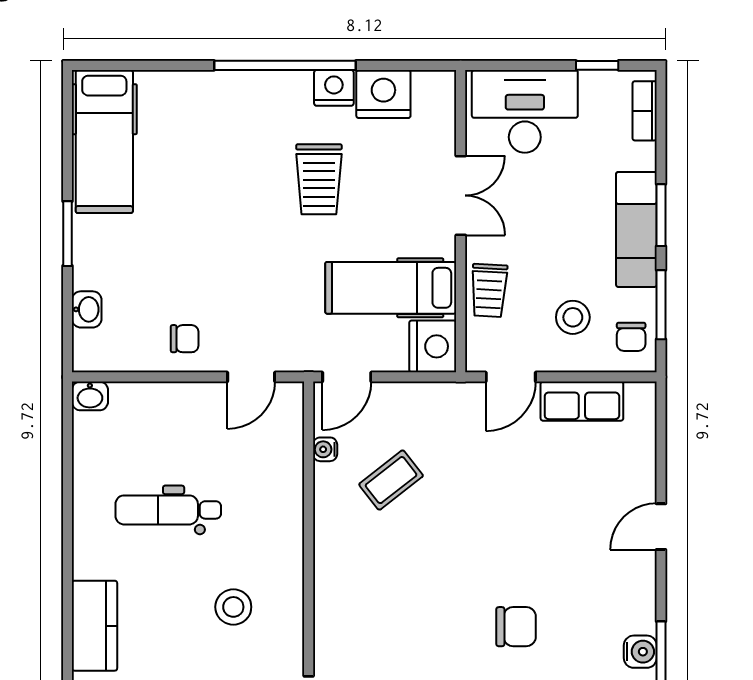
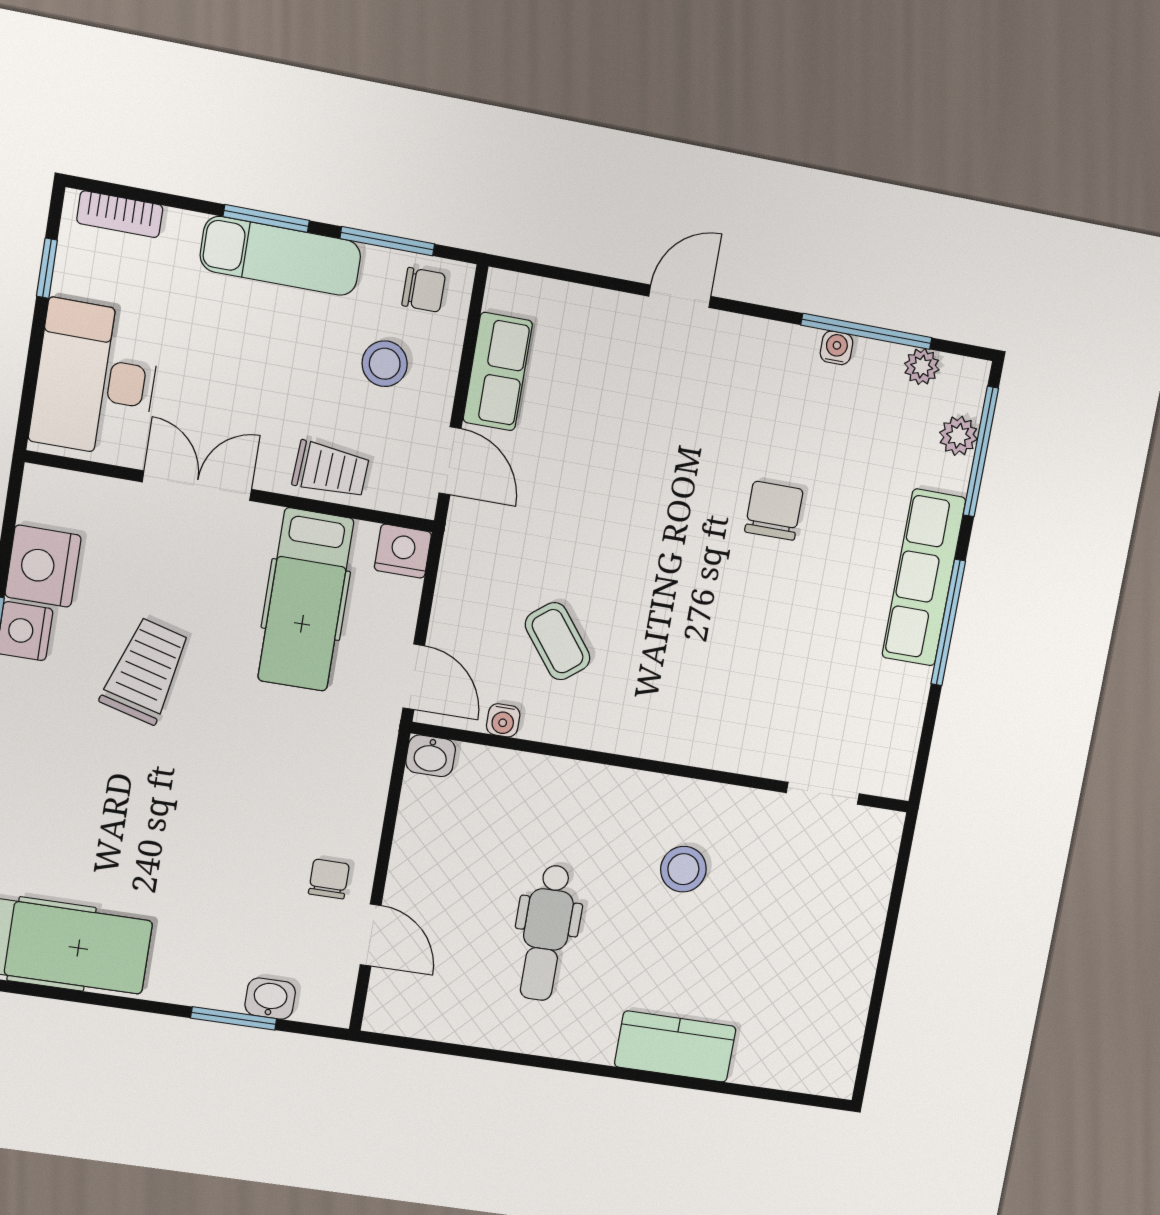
trolley: (319, 179) -> (146, 671), turned -75
window: (67, 234) -> (234, 1018), moved
nightstand: (433, 346) -> (403, 551), width x0.74, depth x0.75
door: (251, 377) -> (371, 935), moved
washbasin: (90, 396) -> (431, 756), moved, turned 90
door: (661, 527) -> (680, 296), swing flipped
water cooler: (640, 652) -> (836, 348), width x0.72, depth x0.72

